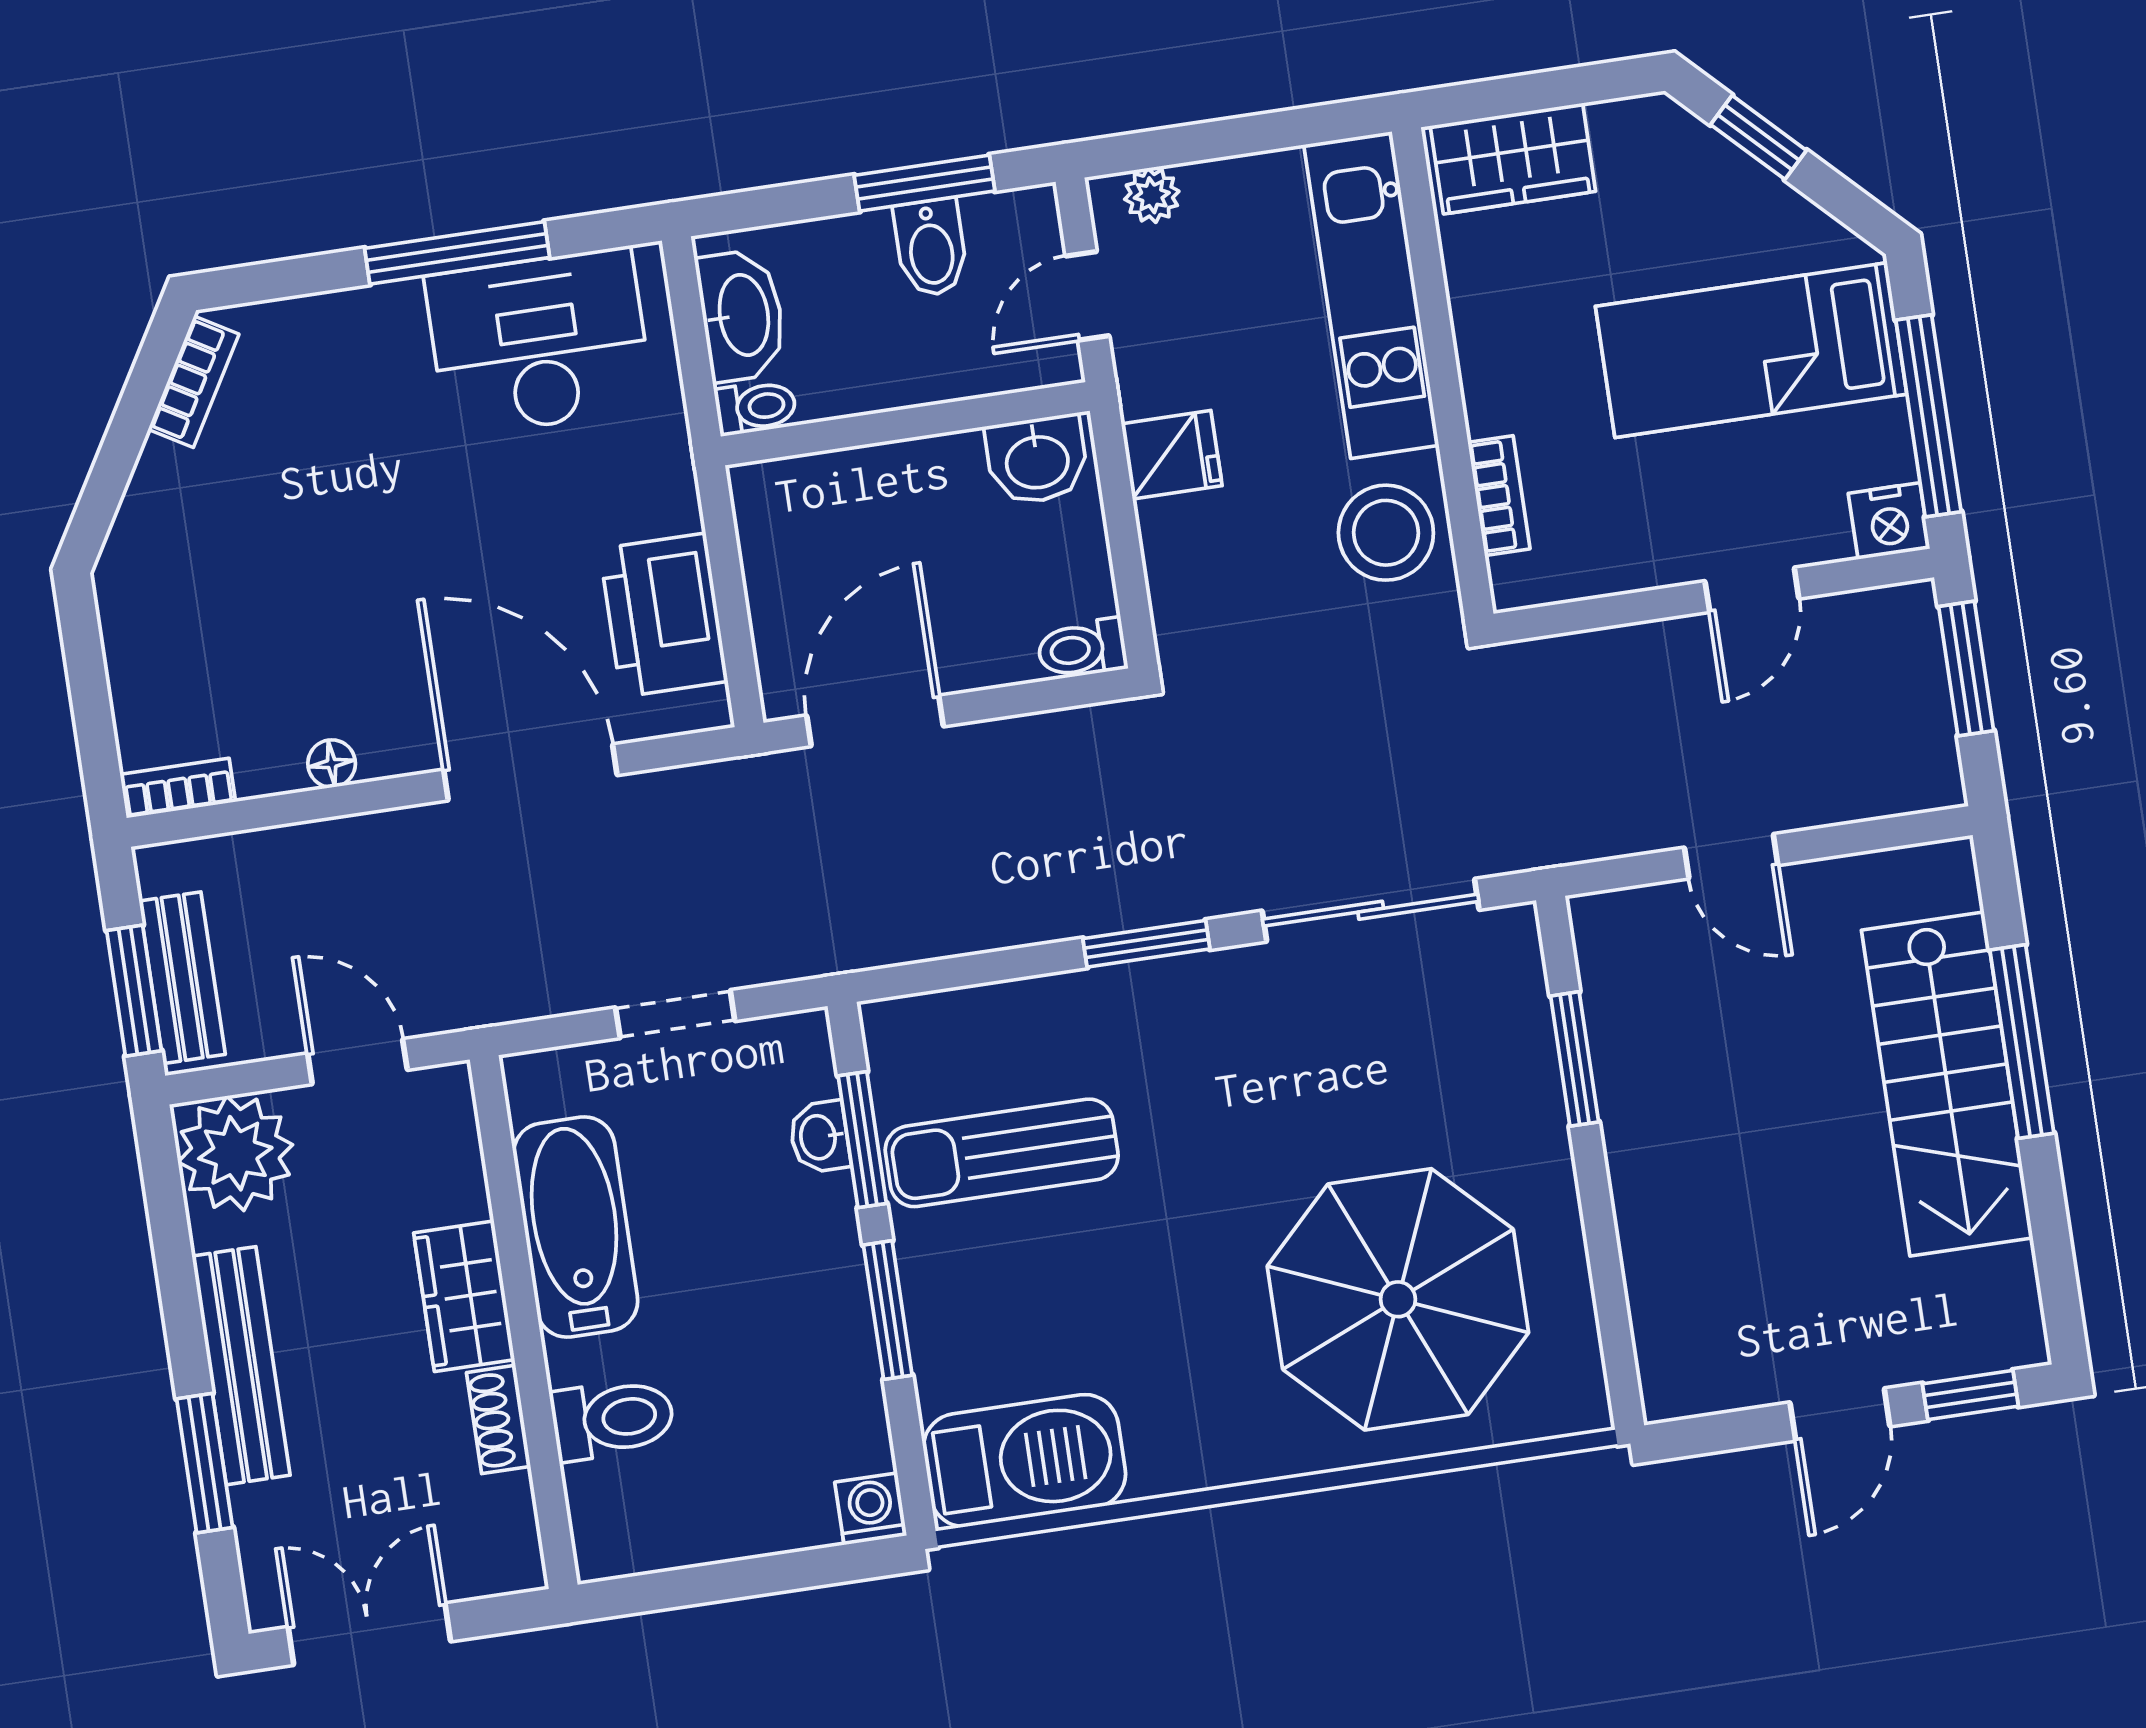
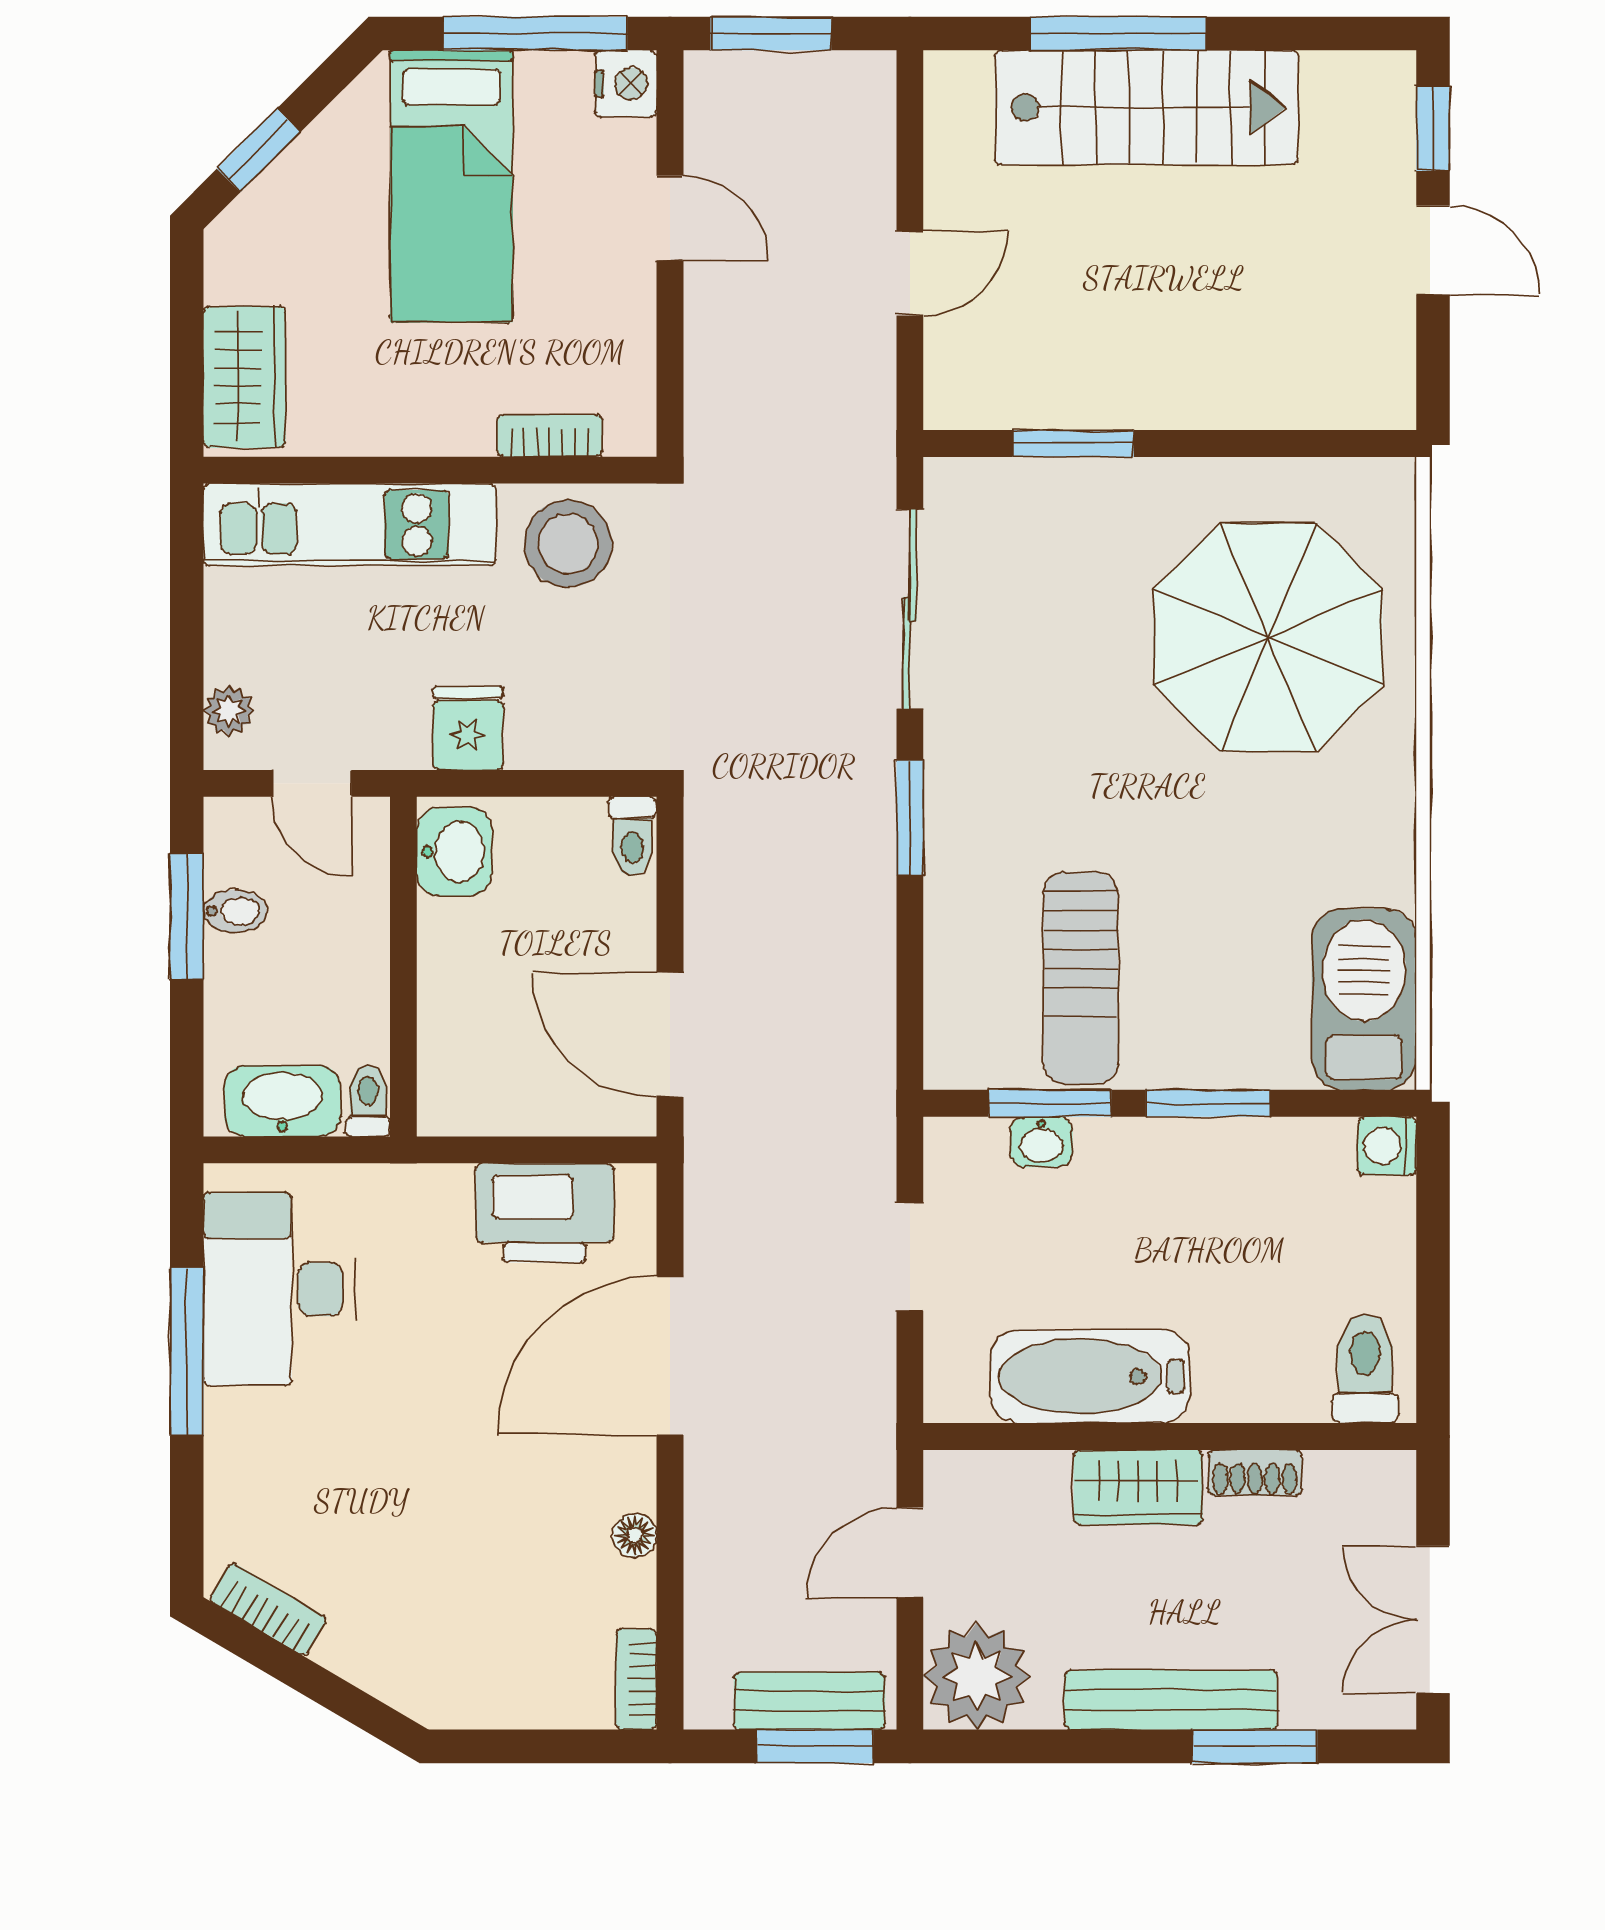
bidet: (931, 248) -> (235, 911), width x0.72, depth x0.74
toilet: (613, 1419) -> (1365, 1369), moved

